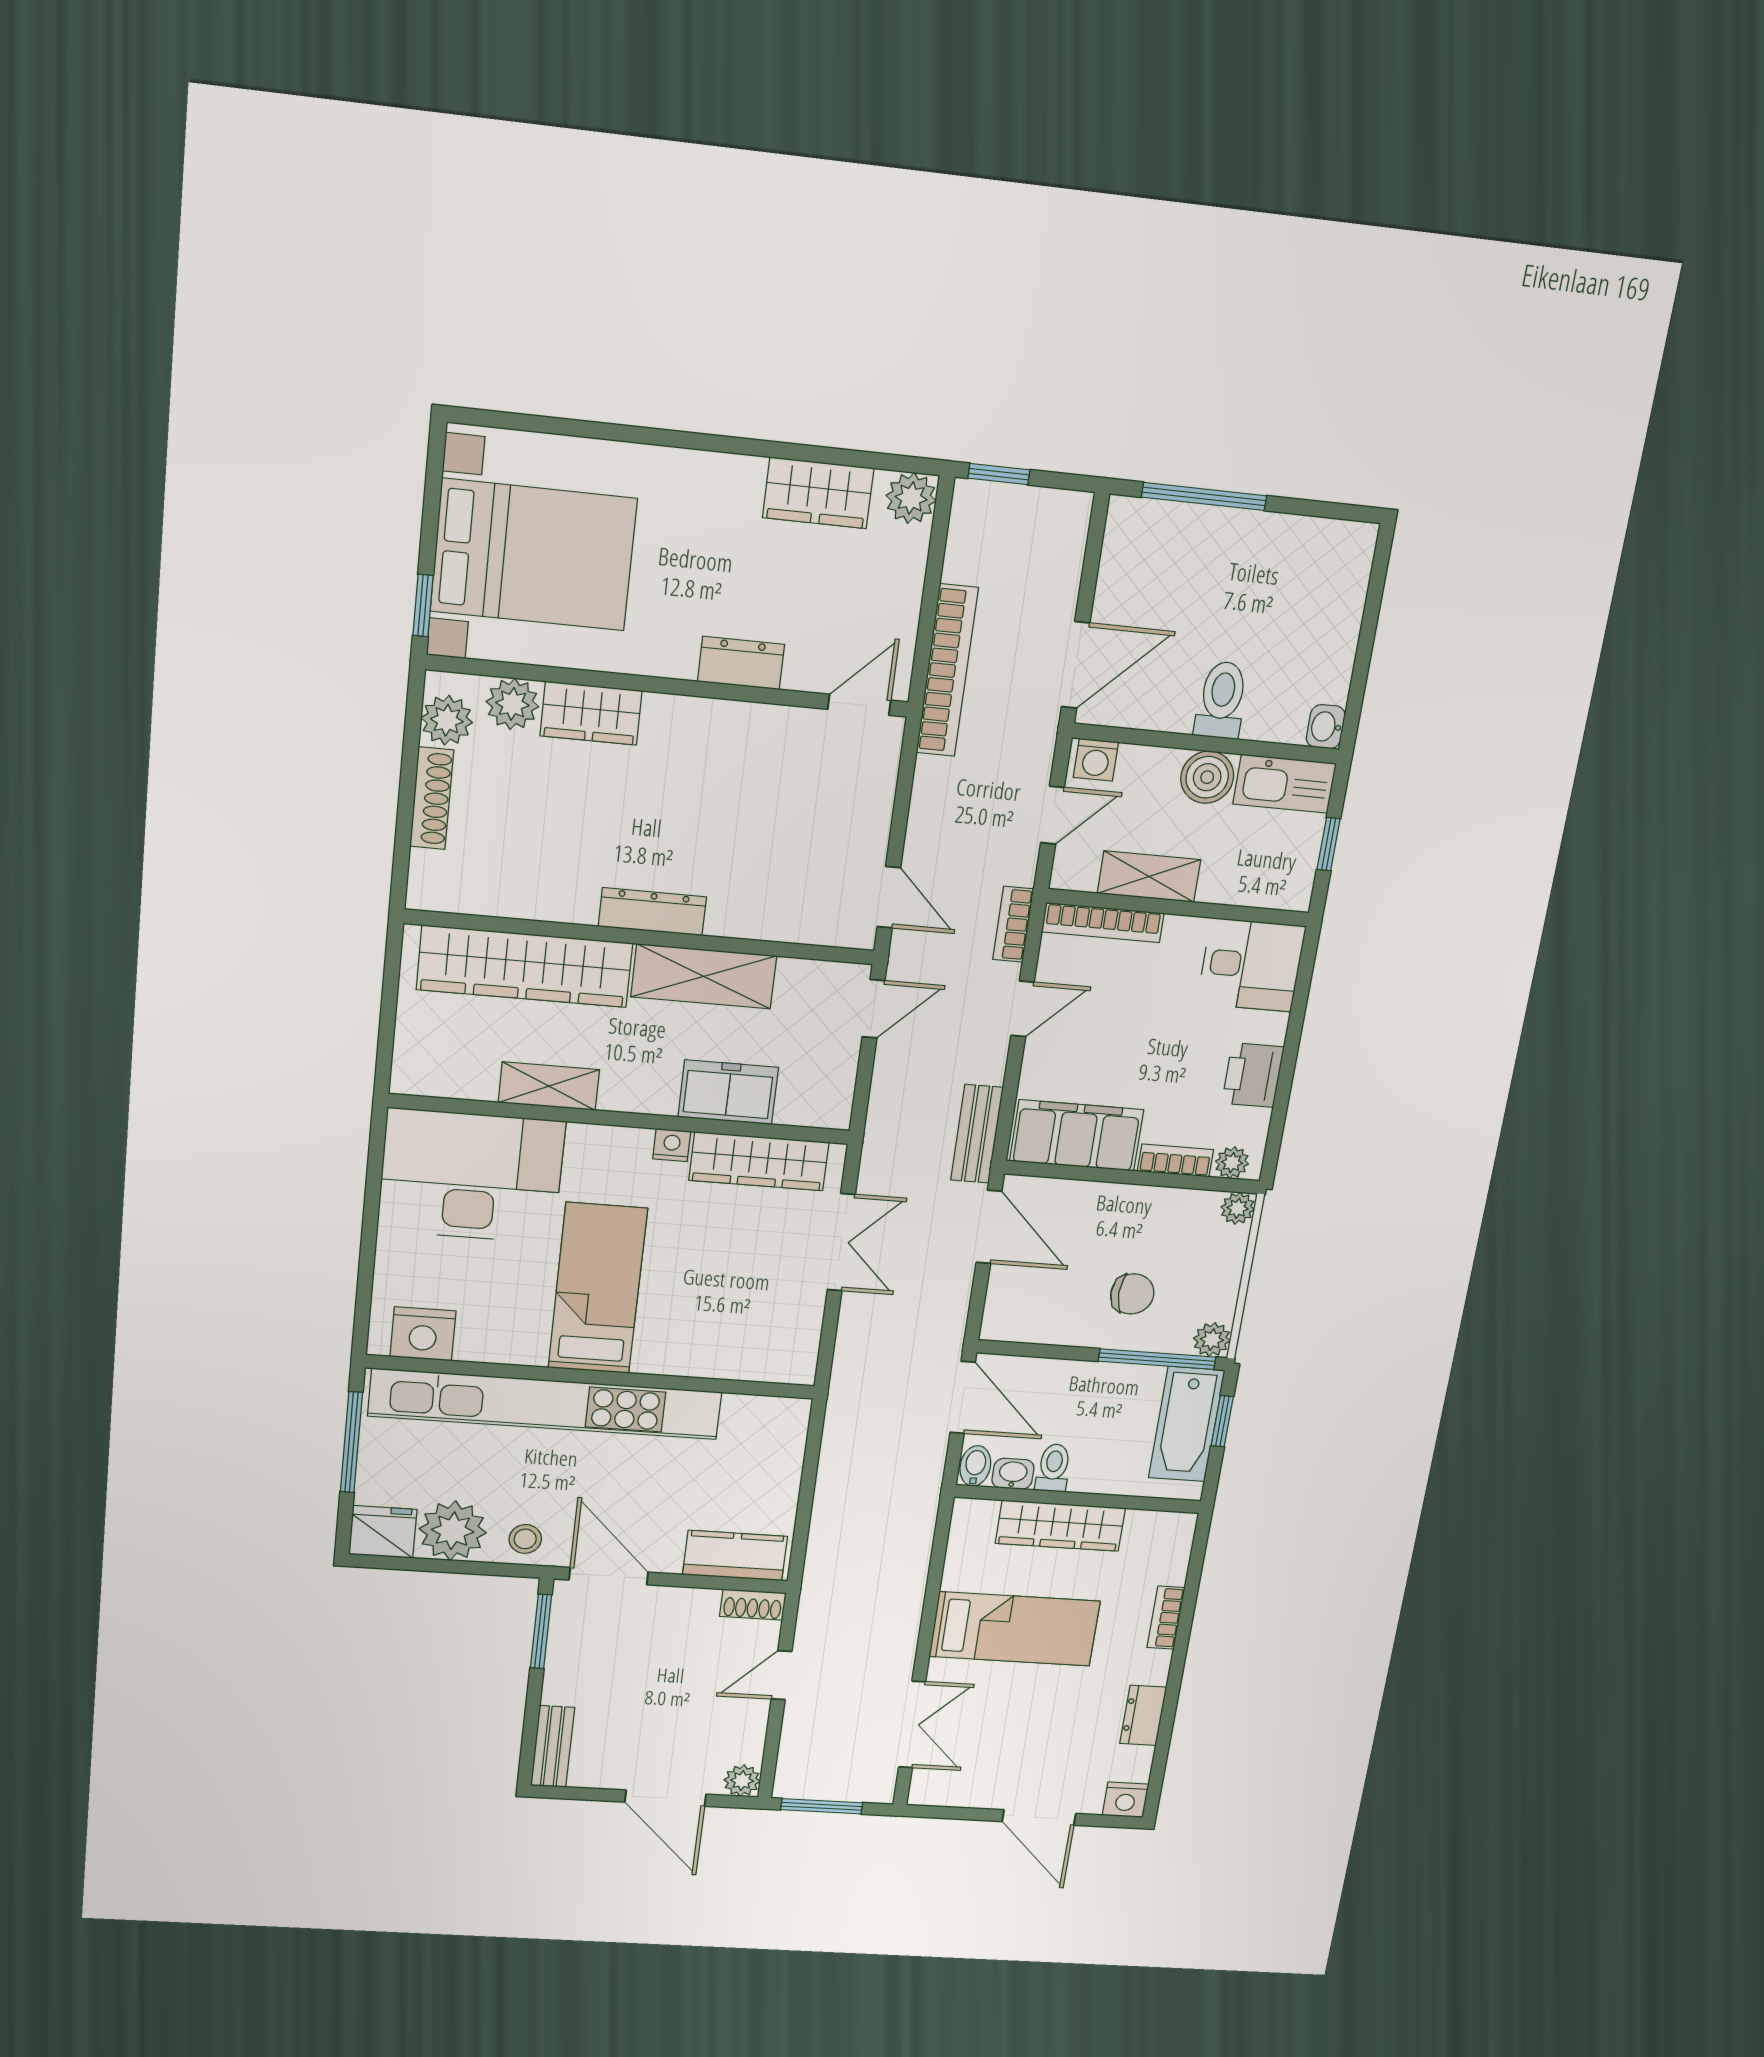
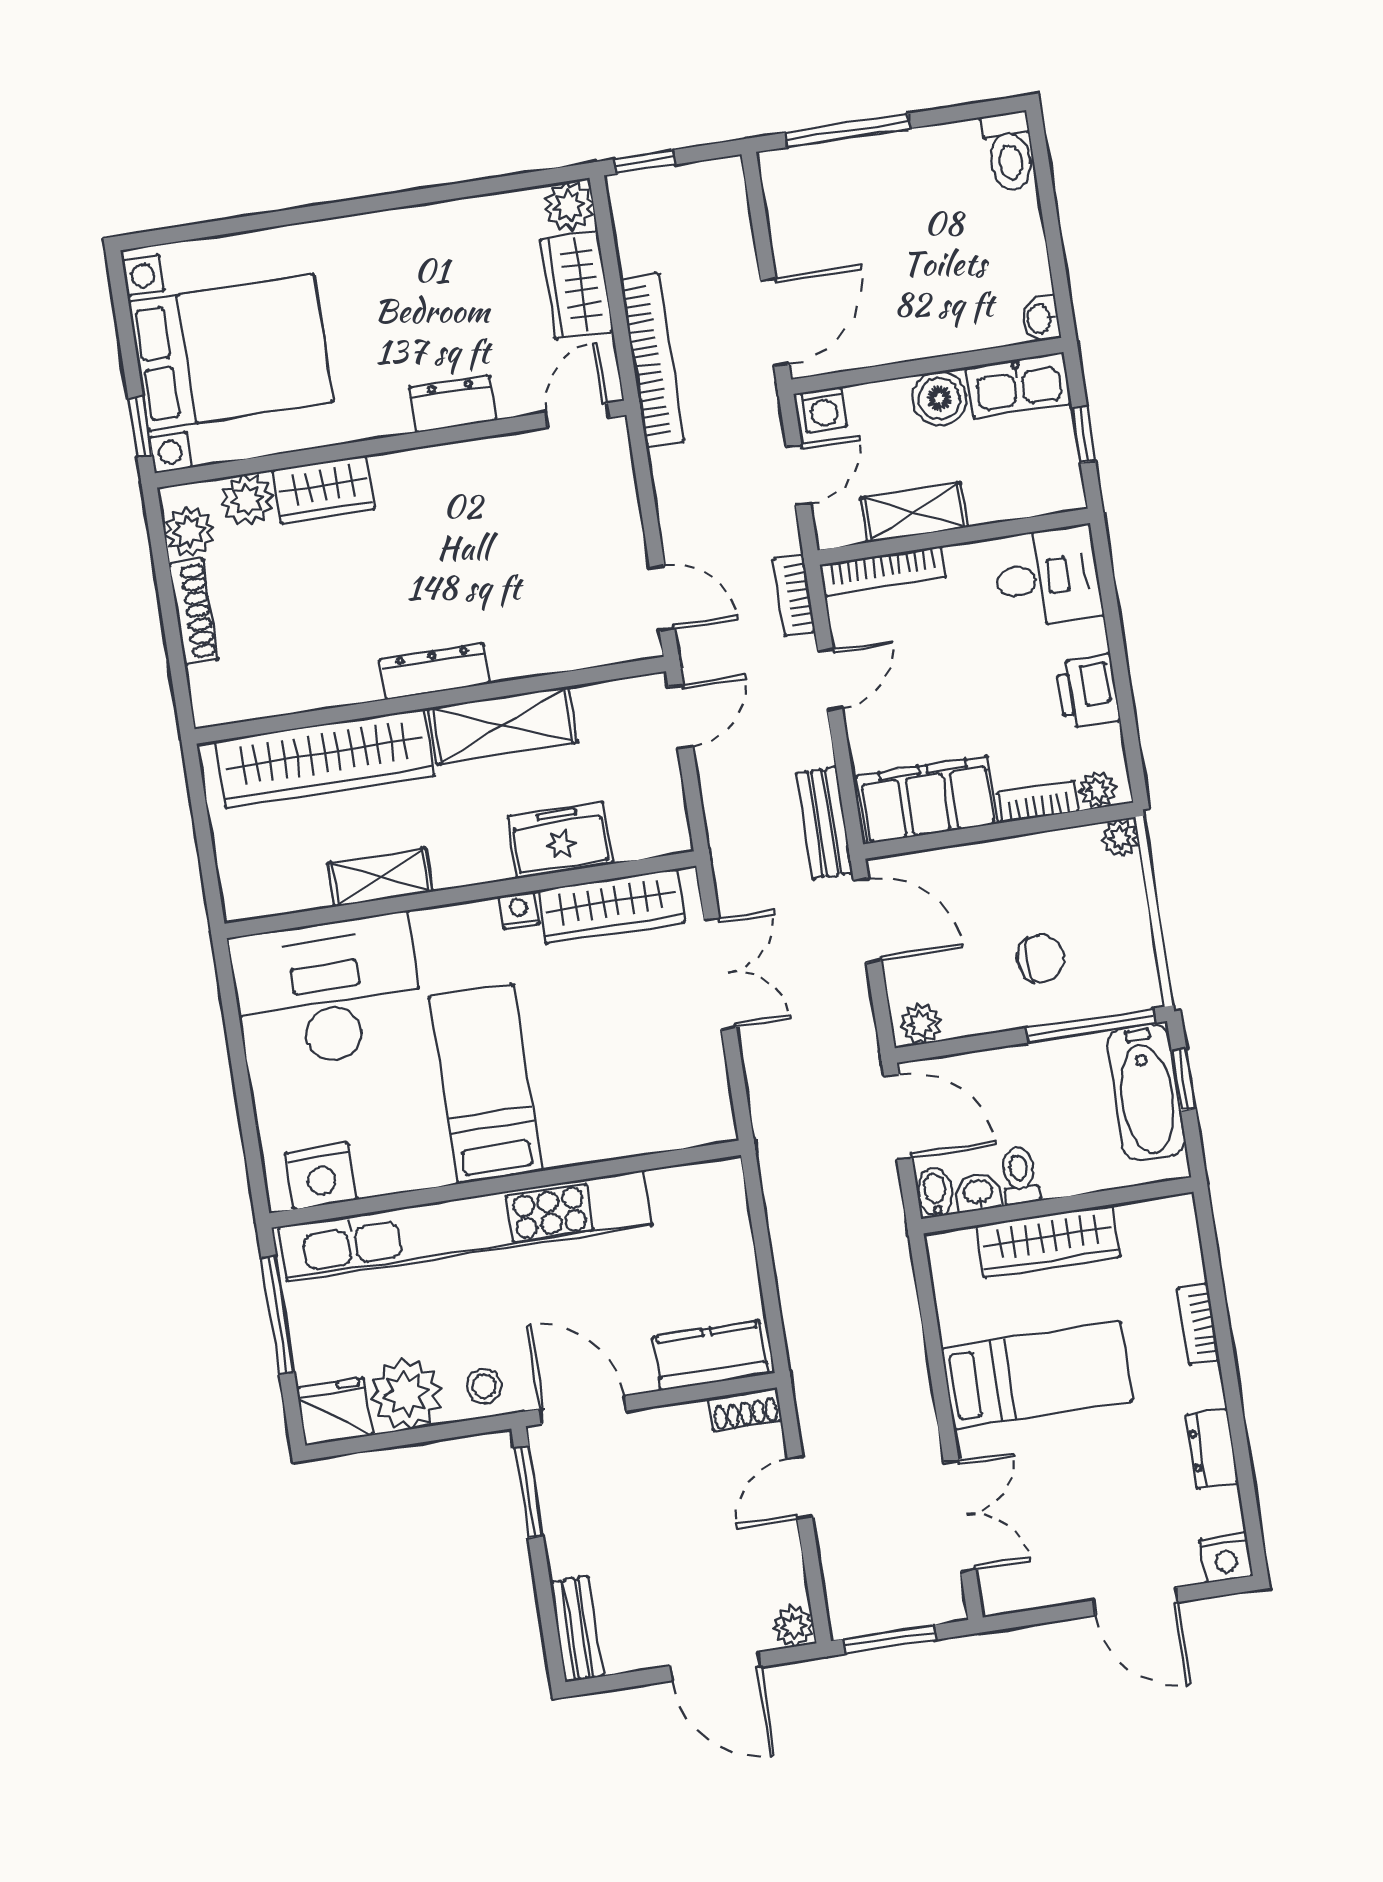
wardrobe: (818, 493) -> (577, 285), moved, turned 90
toilet: (1222, 700) -> (1009, 152), moved, turned 180
plant: (1212, 1340) -> (921, 1024), moved

